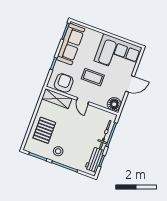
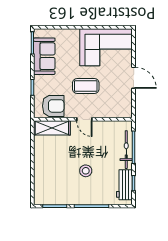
sofa: (71, 44) -> (44, 56), width x0.73
armchair: (64, 83) -> (53, 106), turned 90
door: (130, 84) -> (134, 78), hinge flipped
floor lamp: (114, 104) -> (124, 109), removed
pallet: (44, 130) -> (51, 172), removed
stool: (58, 151) -> (86, 171), moved

